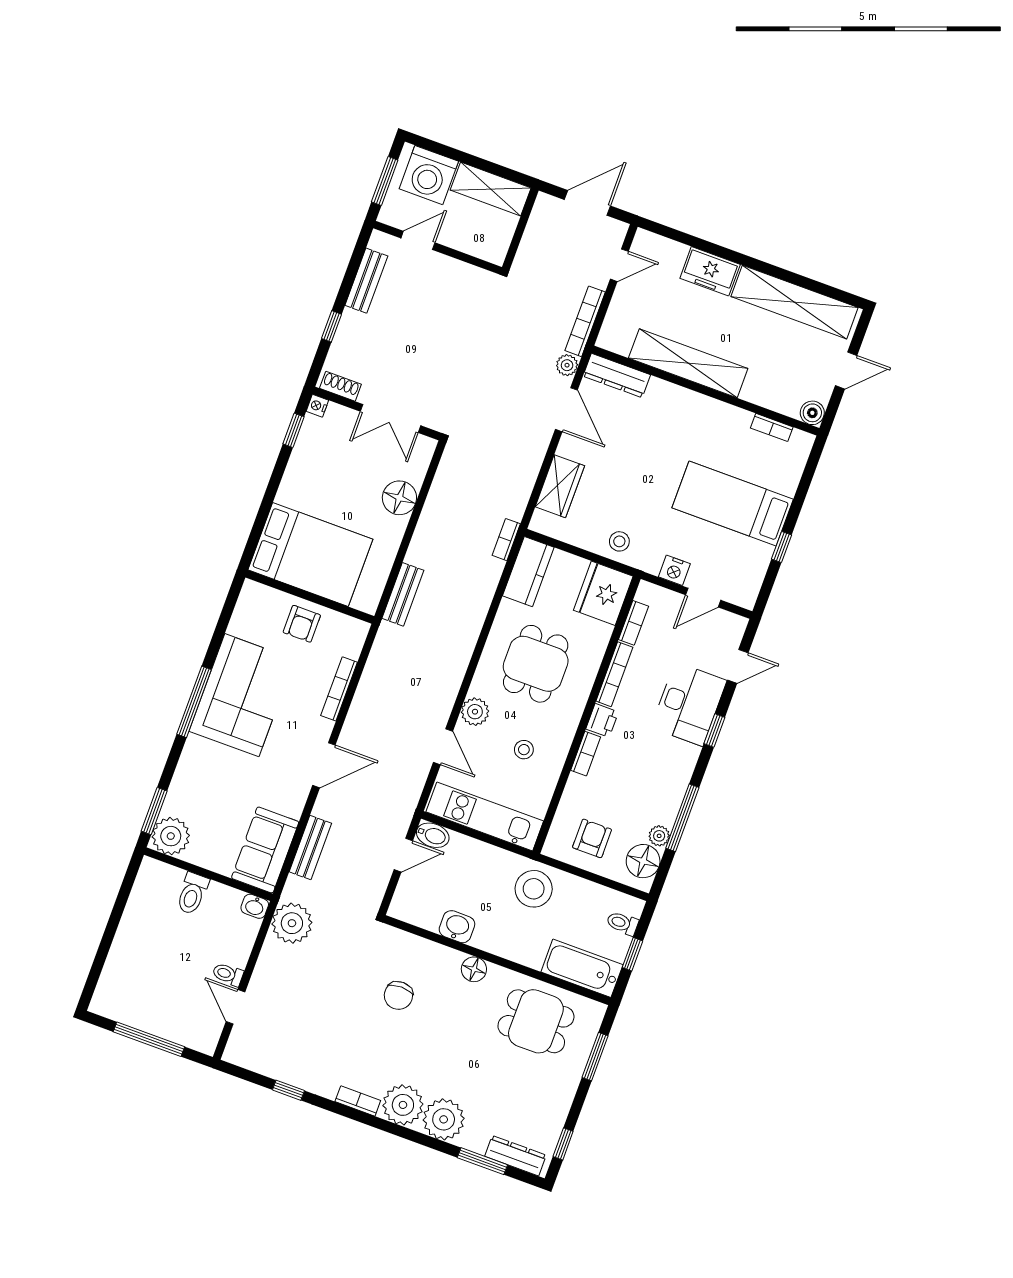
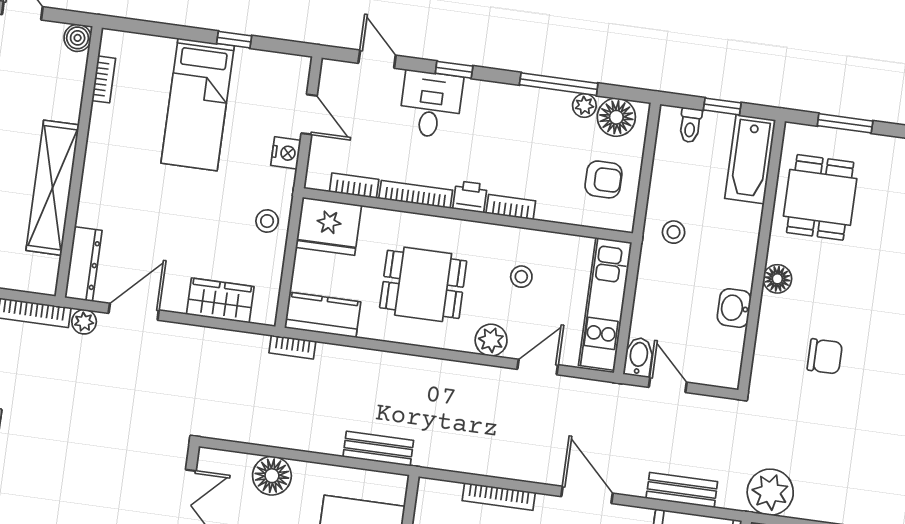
desk: (689, 704) -> (431, 105), width x0.73
armchair: (592, 838) -> (603, 179), turned 180
stool: (534, 889) -> (674, 232), width x0.53, depth x0.53

